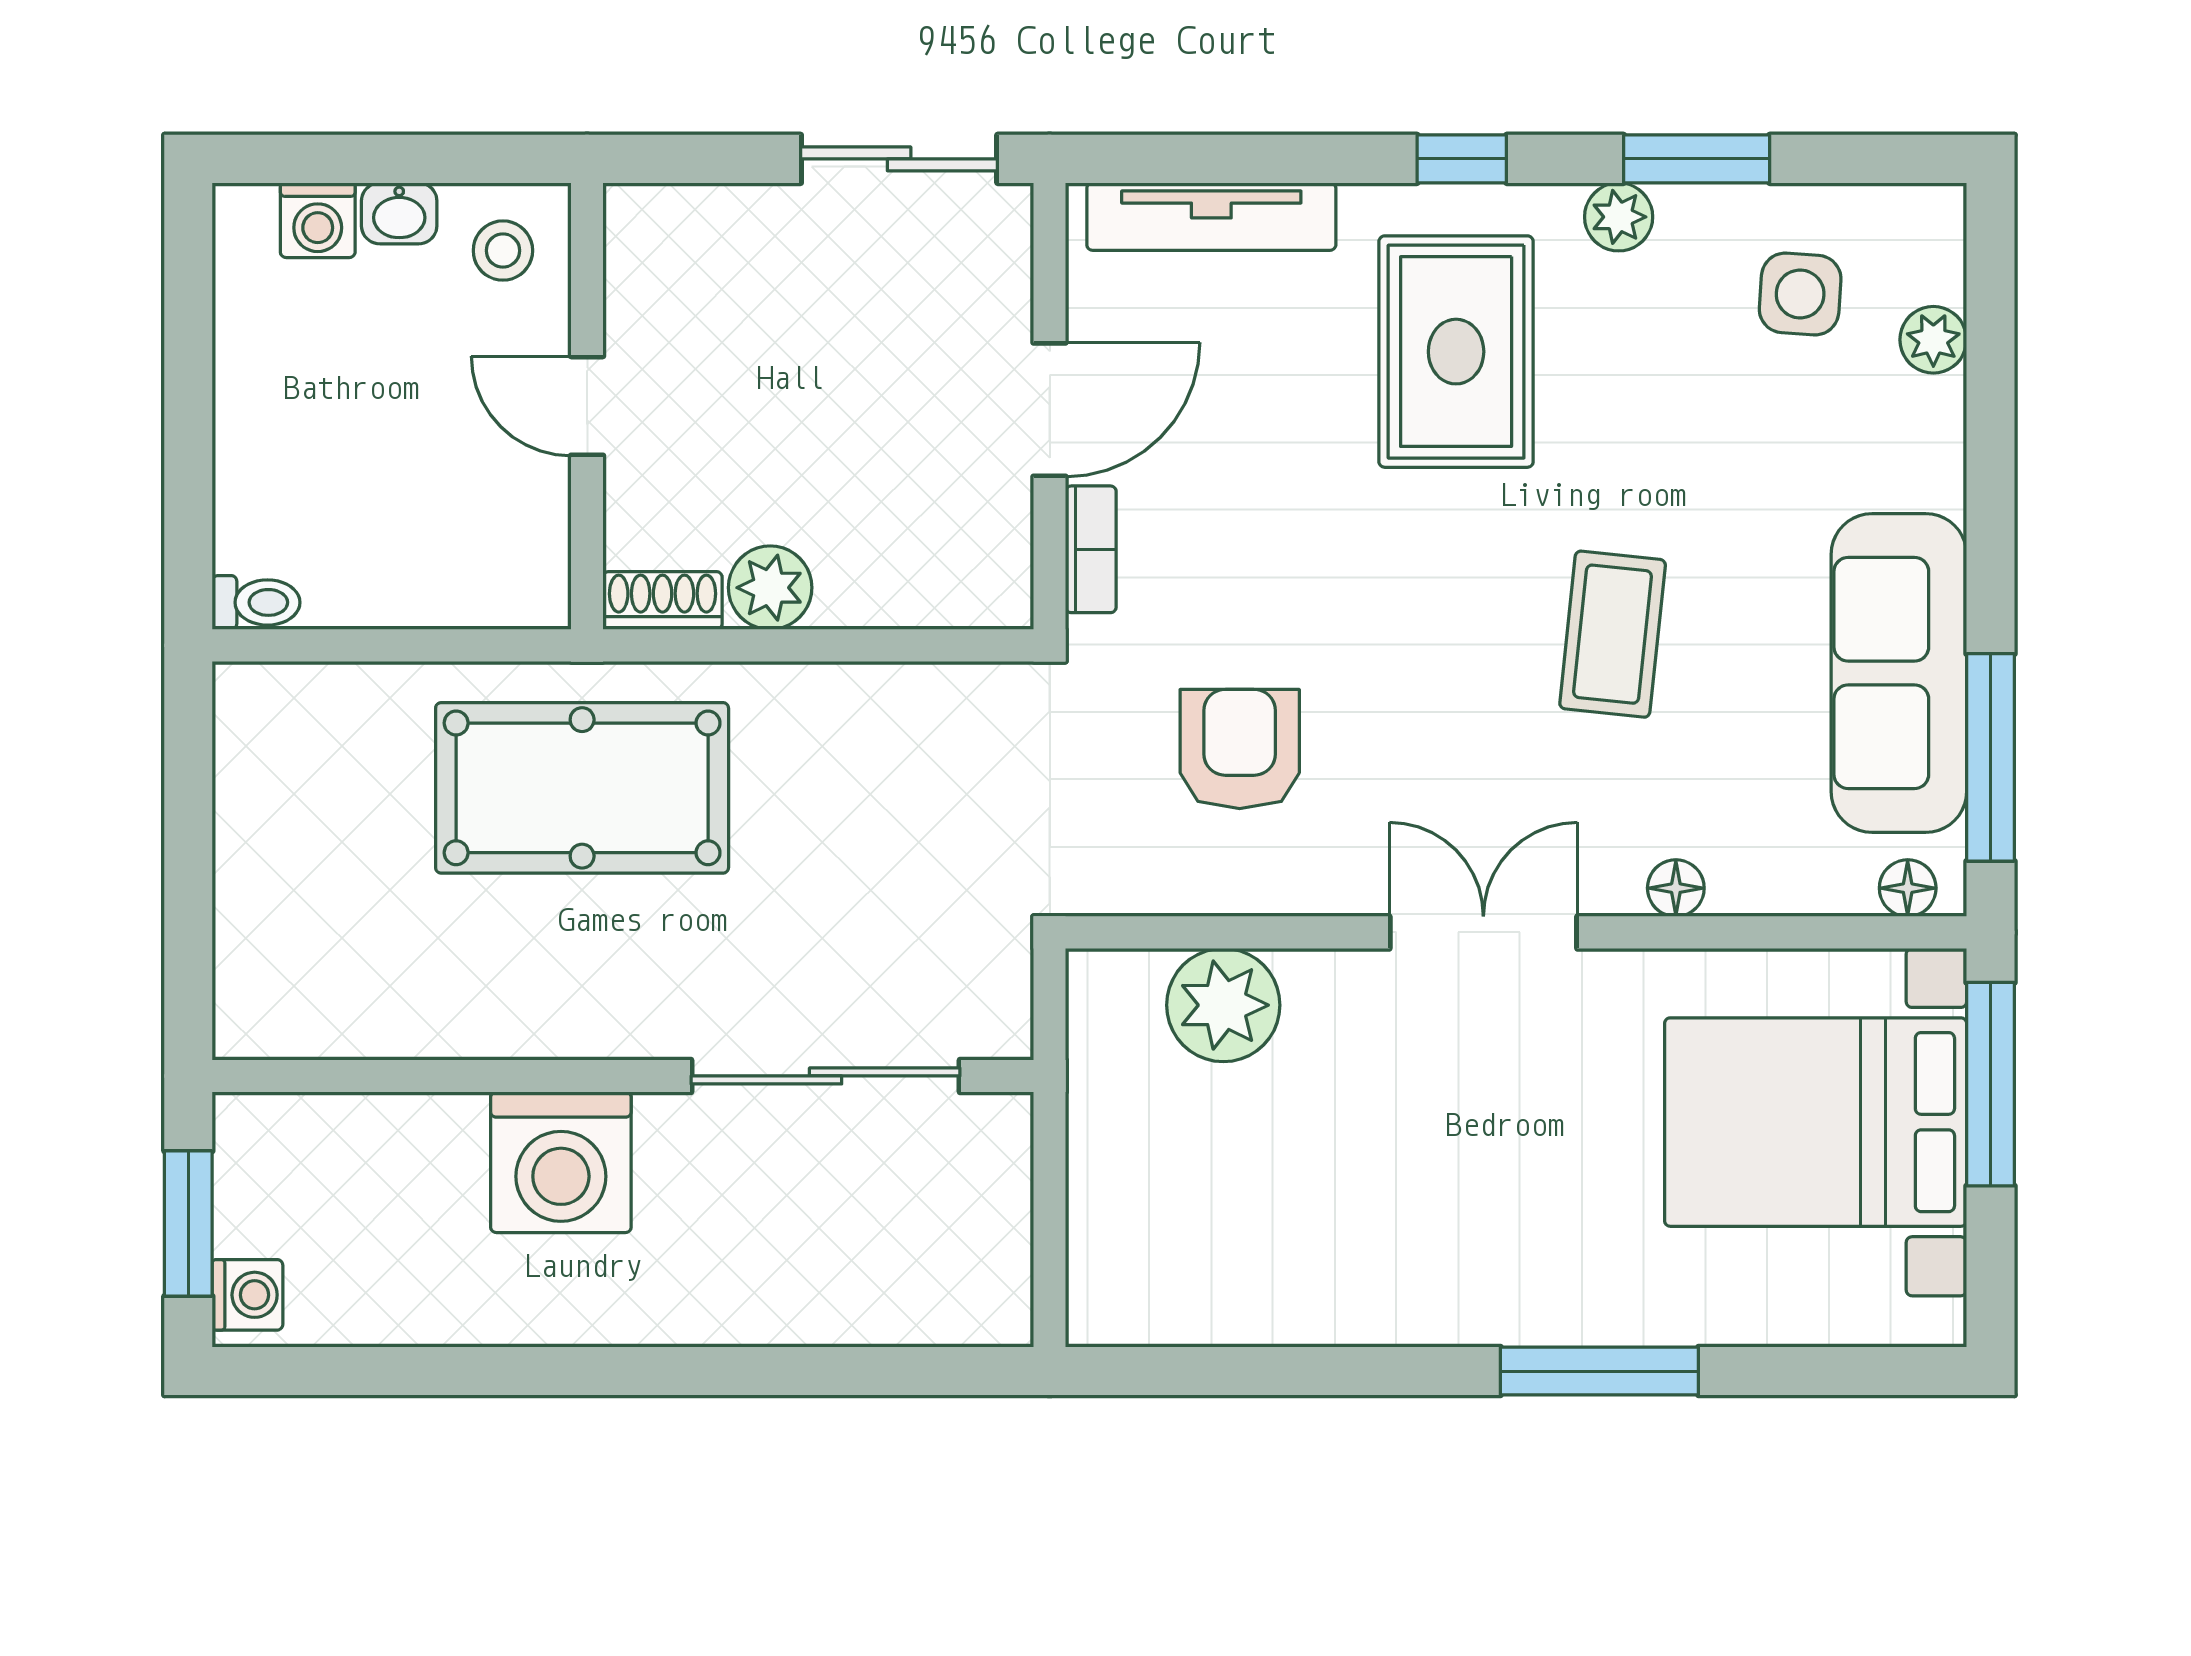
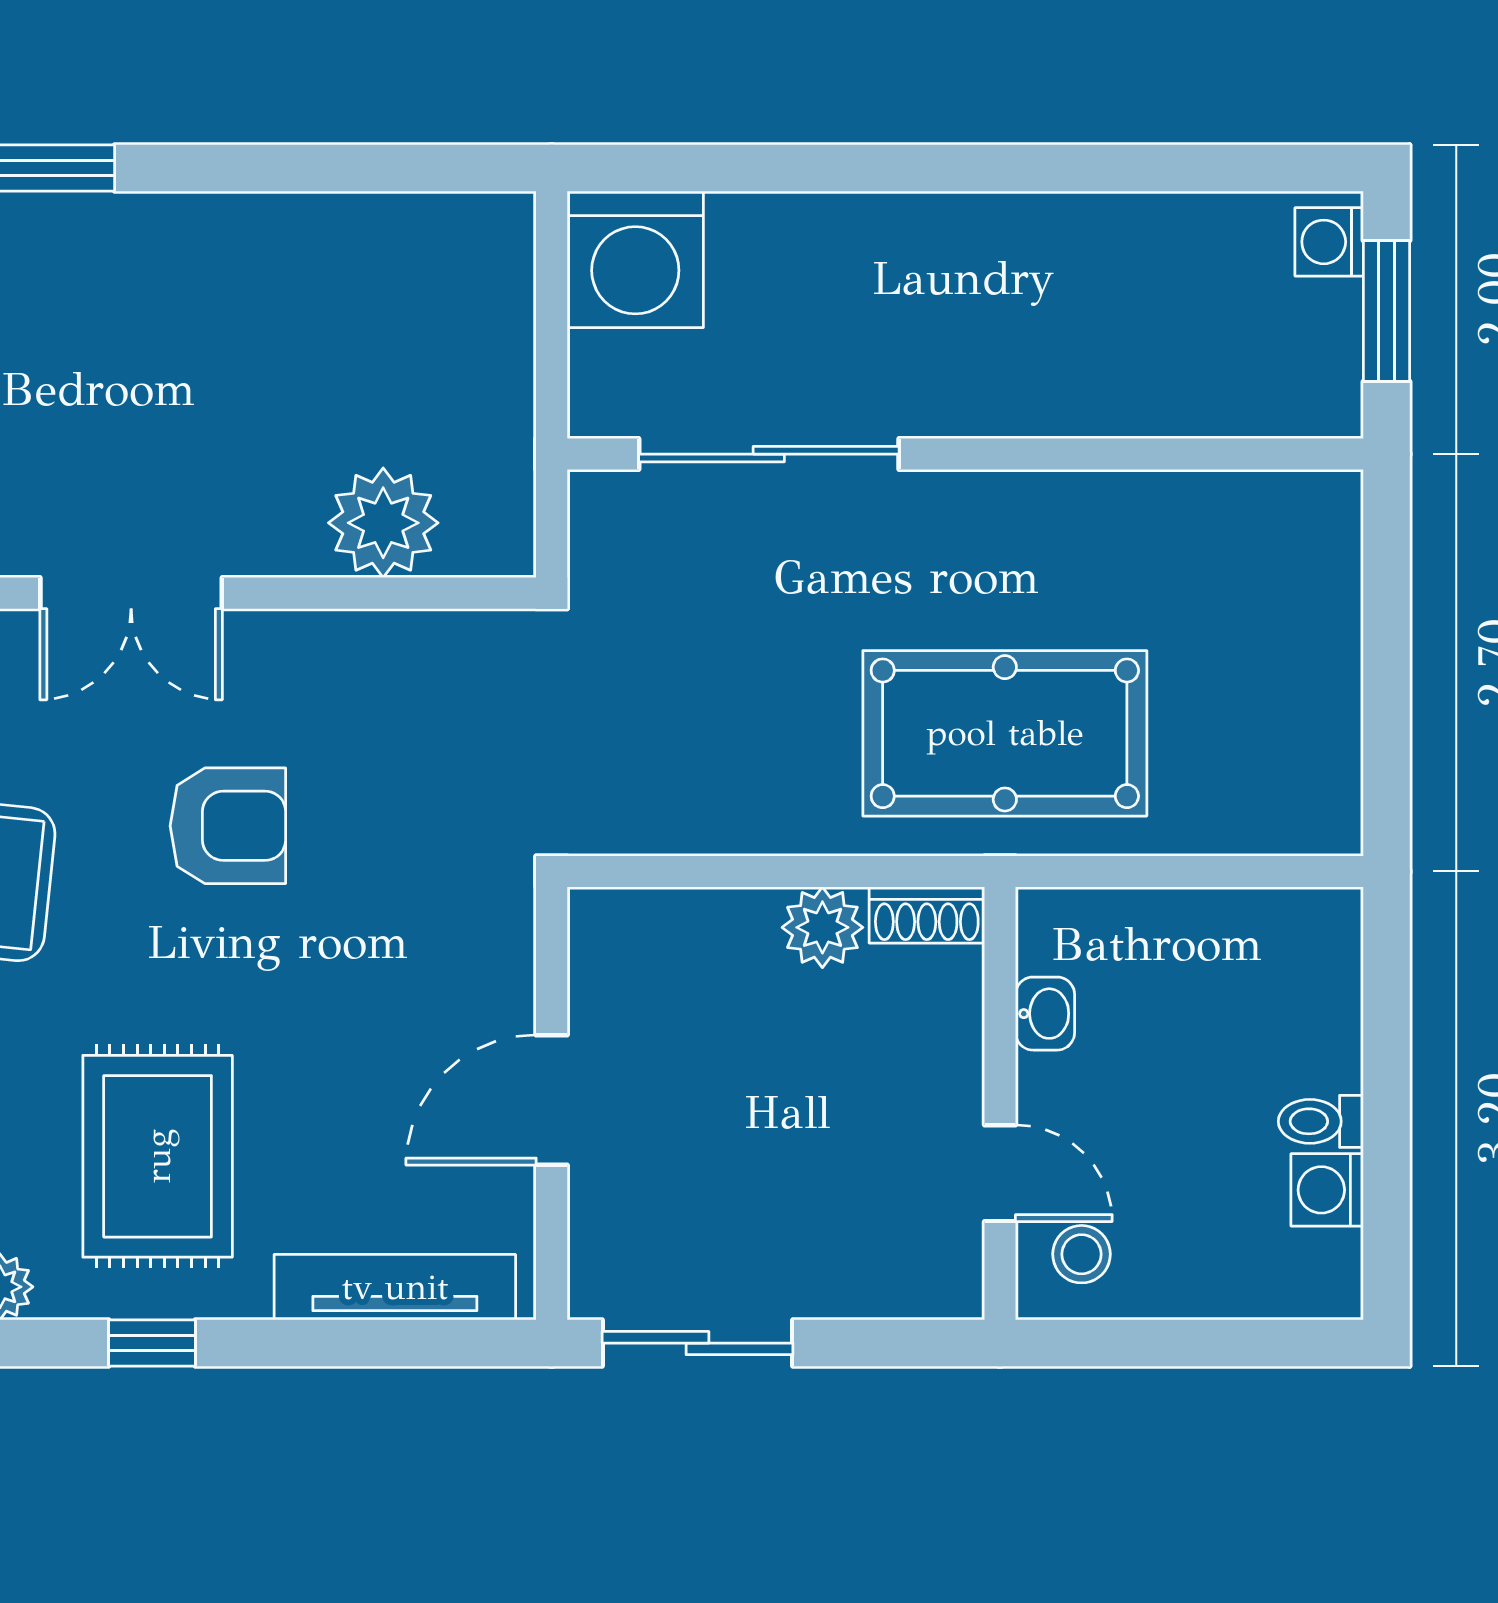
washbasin: (399, 213) -> (1045, 1014), moved, turned 90
washing machine: (318, 220) -> (1327, 1190), moved, turned -90
door: (587, 406) -> (1000, 1173), moved
bookcase: (1091, 549) -> (512, 965), removed
toilet: (256, 602) -> (1321, 1121), moved
armchair: (1240, 749) -> (228, 826), moved, turned -90
washing machine: (561, 1162) -> (635, 259), moved, turned 180

